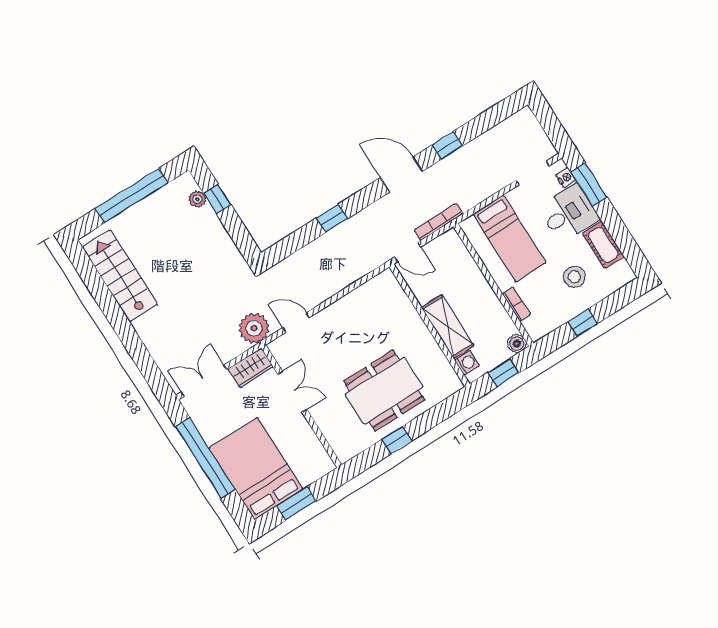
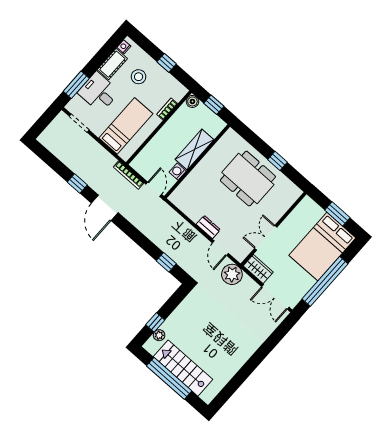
nightstand: (566, 178) -> (124, 47), moved
window: (332, 218) -> (166, 262), moved
stairs: (120, 276) -> (183, 368), moved, turned 90
dresser: (331, 314) -> (208, 227), added
washing machine: (467, 363) -> (178, 172), moved

